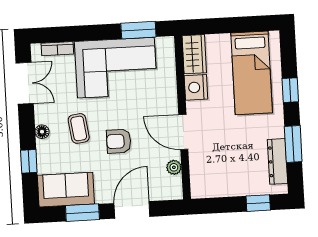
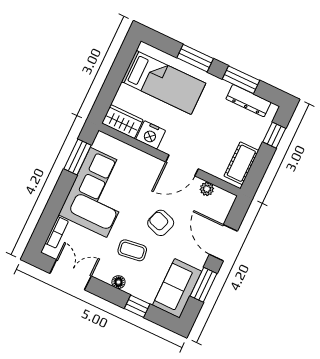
window: (290, 90) -> (195, 58), width x1.50
armchair: (119, 141) -> (161, 223), turned 109
cot: (215, 187) -> (241, 163), added

